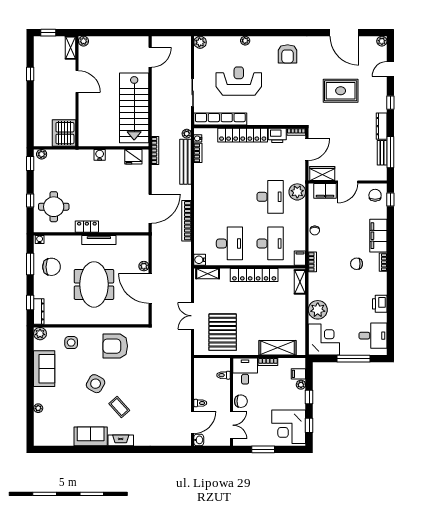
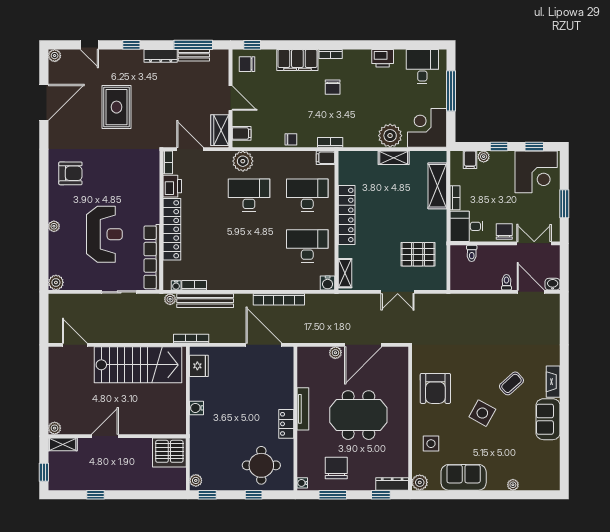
reception desk: (239, 81) -> (104, 234), turned 180
filing cabinet: (325, 191) -> (242, 133), width x0.50
shelving: (300, 282) -> (394, 158), moved
pallet: (223, 332) -> (418, 254), width x0.73, depth x0.71

